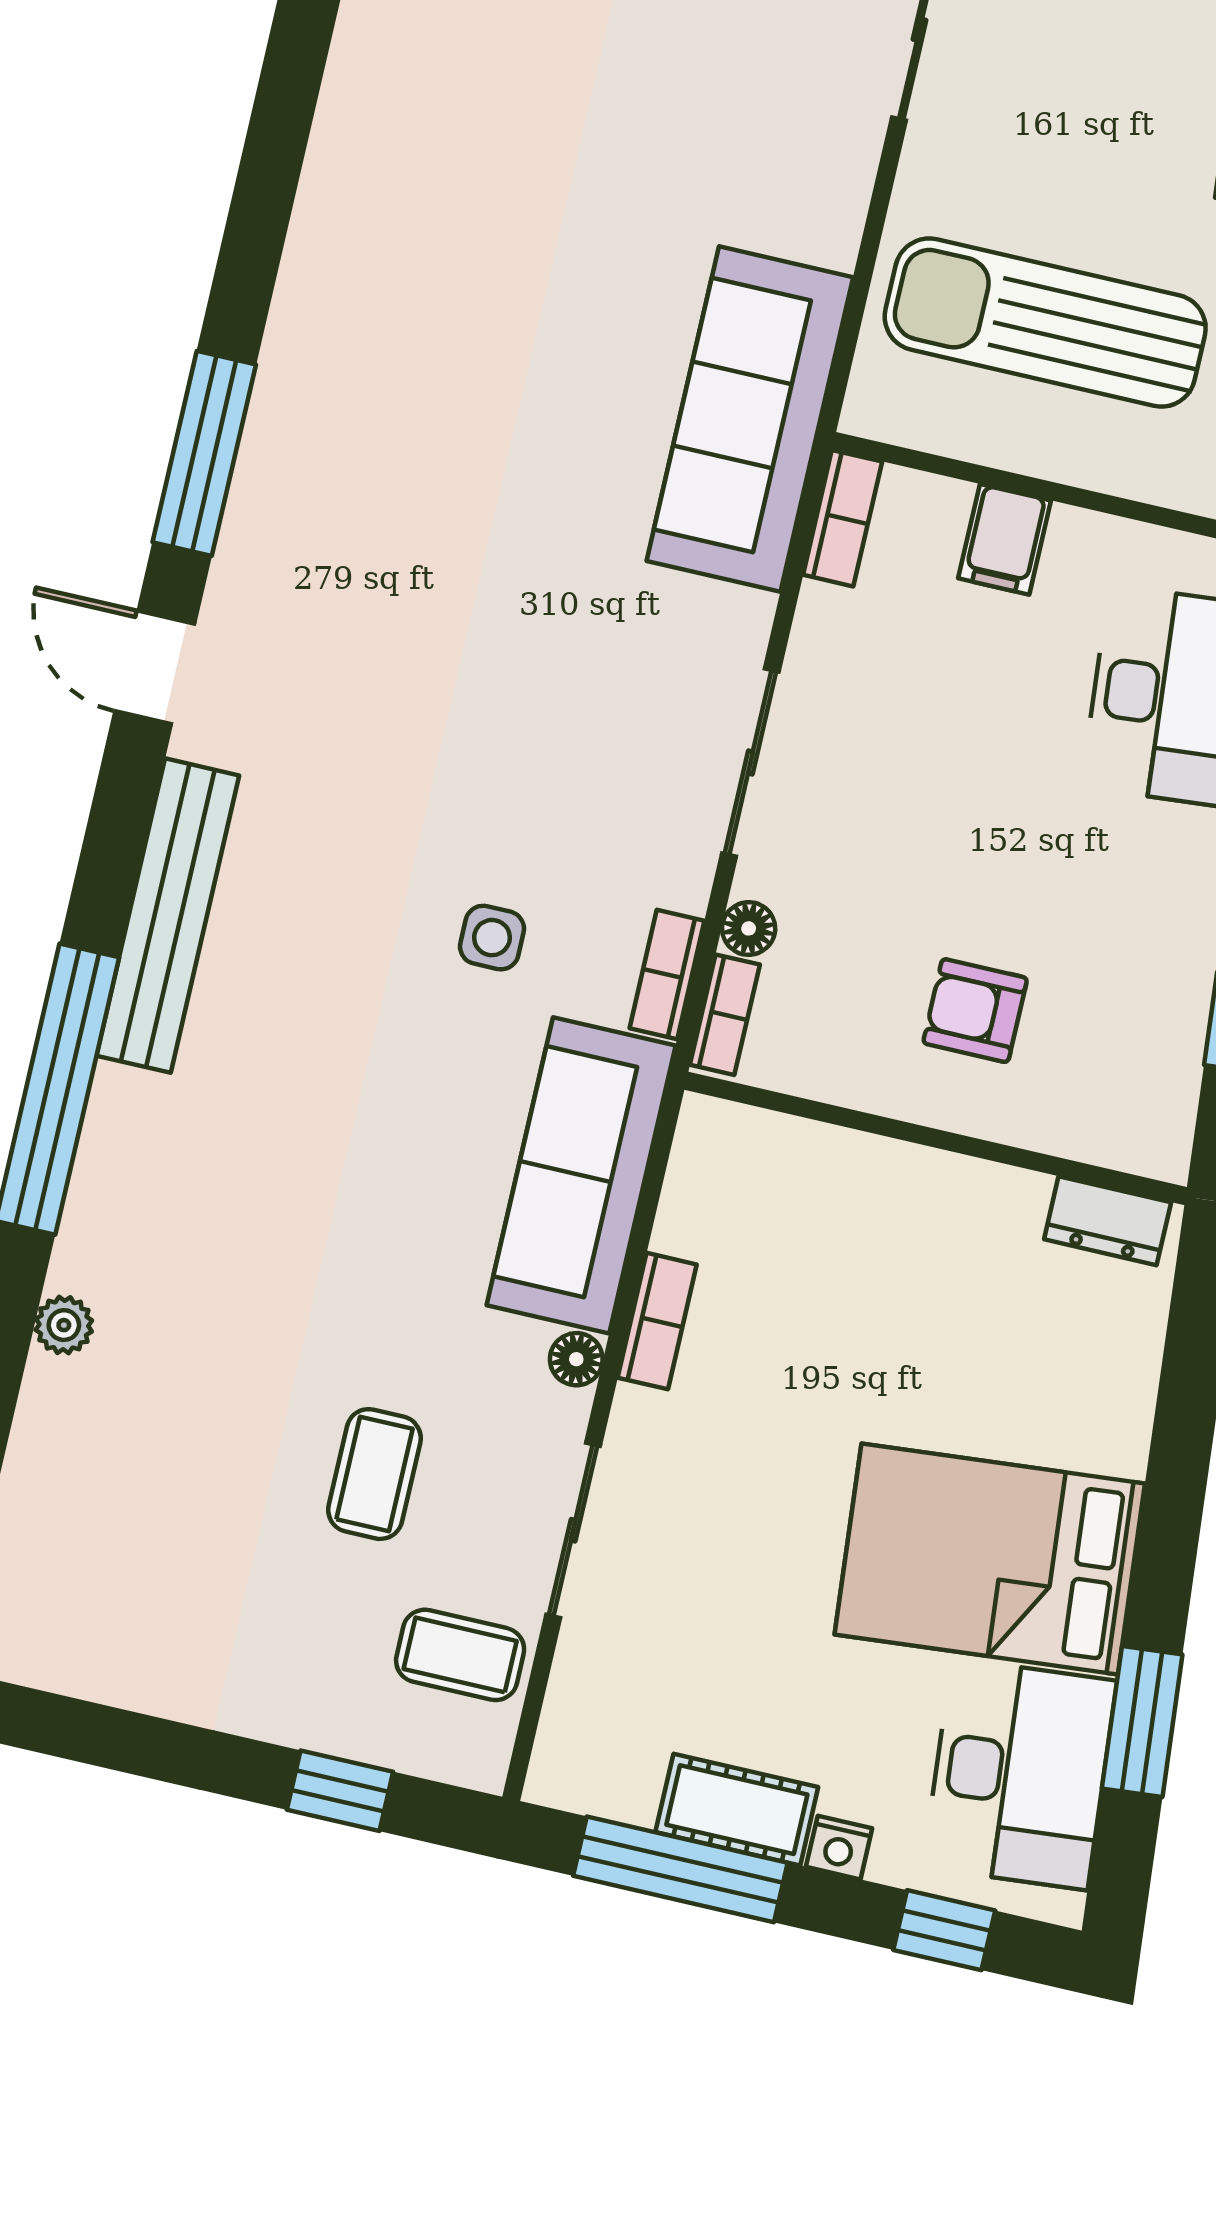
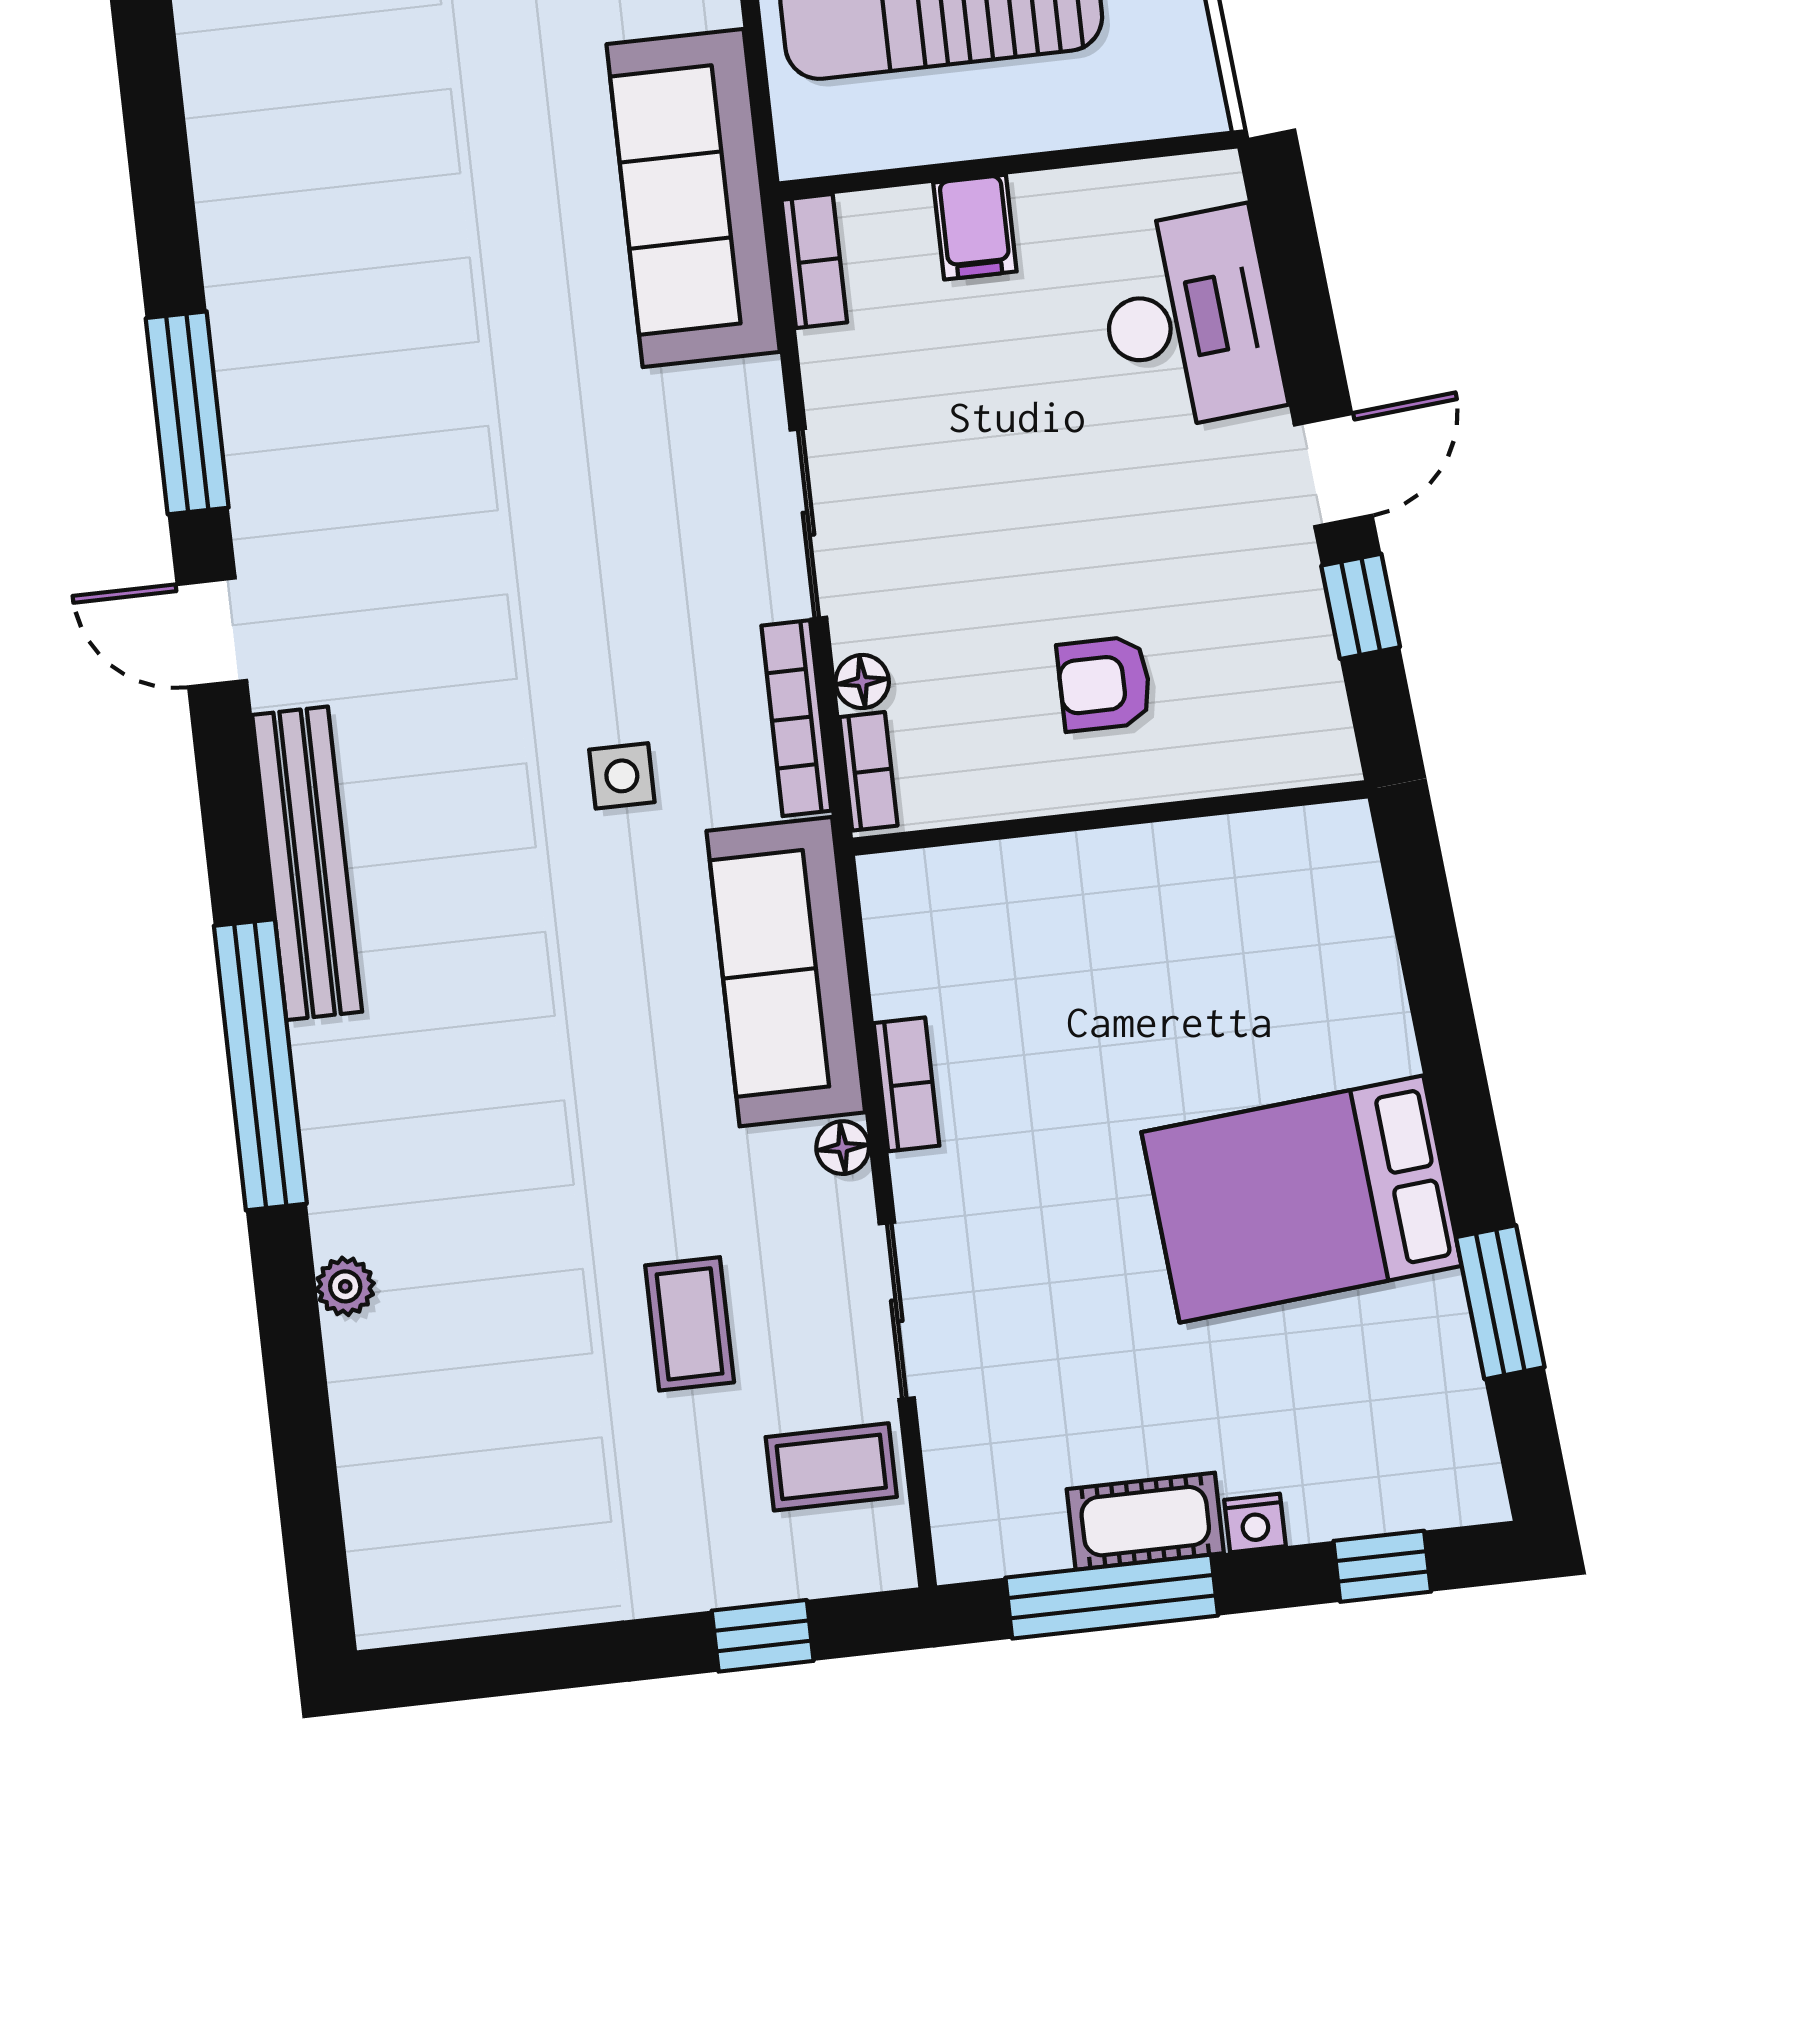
bookcase: (667, 974) -> (796, 718), width x1.56
dresser: (1108, 1221) -> (1300, 839), removed
desk: (1020, 1774) -> (1402, 1393), removed

